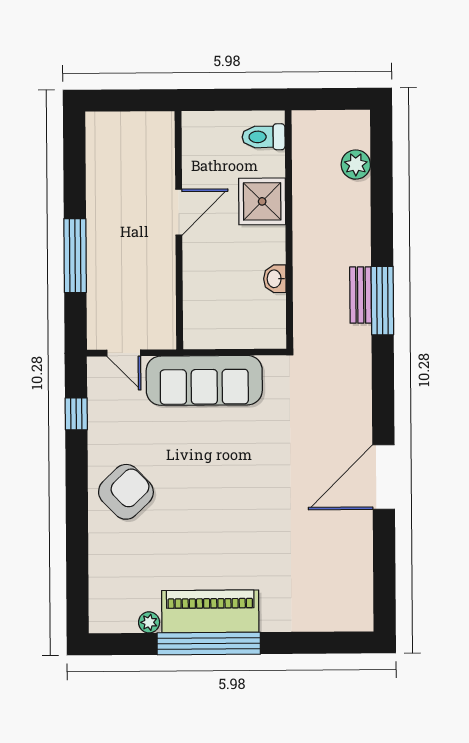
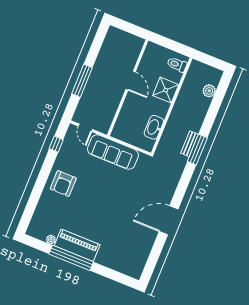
door: (179, 212) -> (131, 81), hinge flipped
washbasin: (275, 279) -> (154, 127), width x1.91, depth x1.45
armchair: (126, 492) -> (63, 184), turned 134

